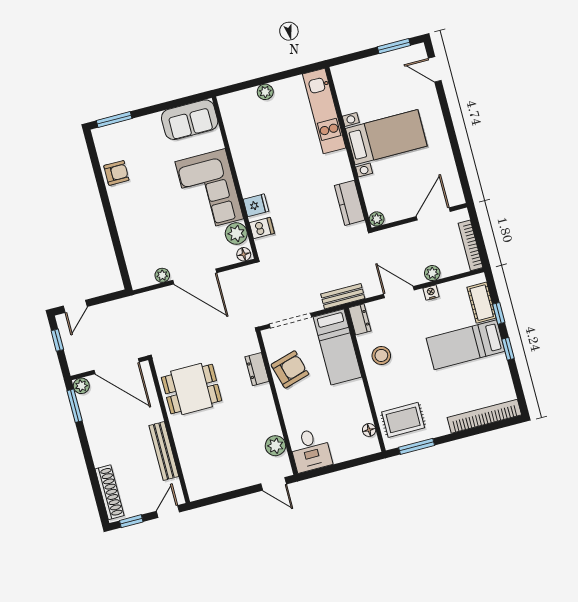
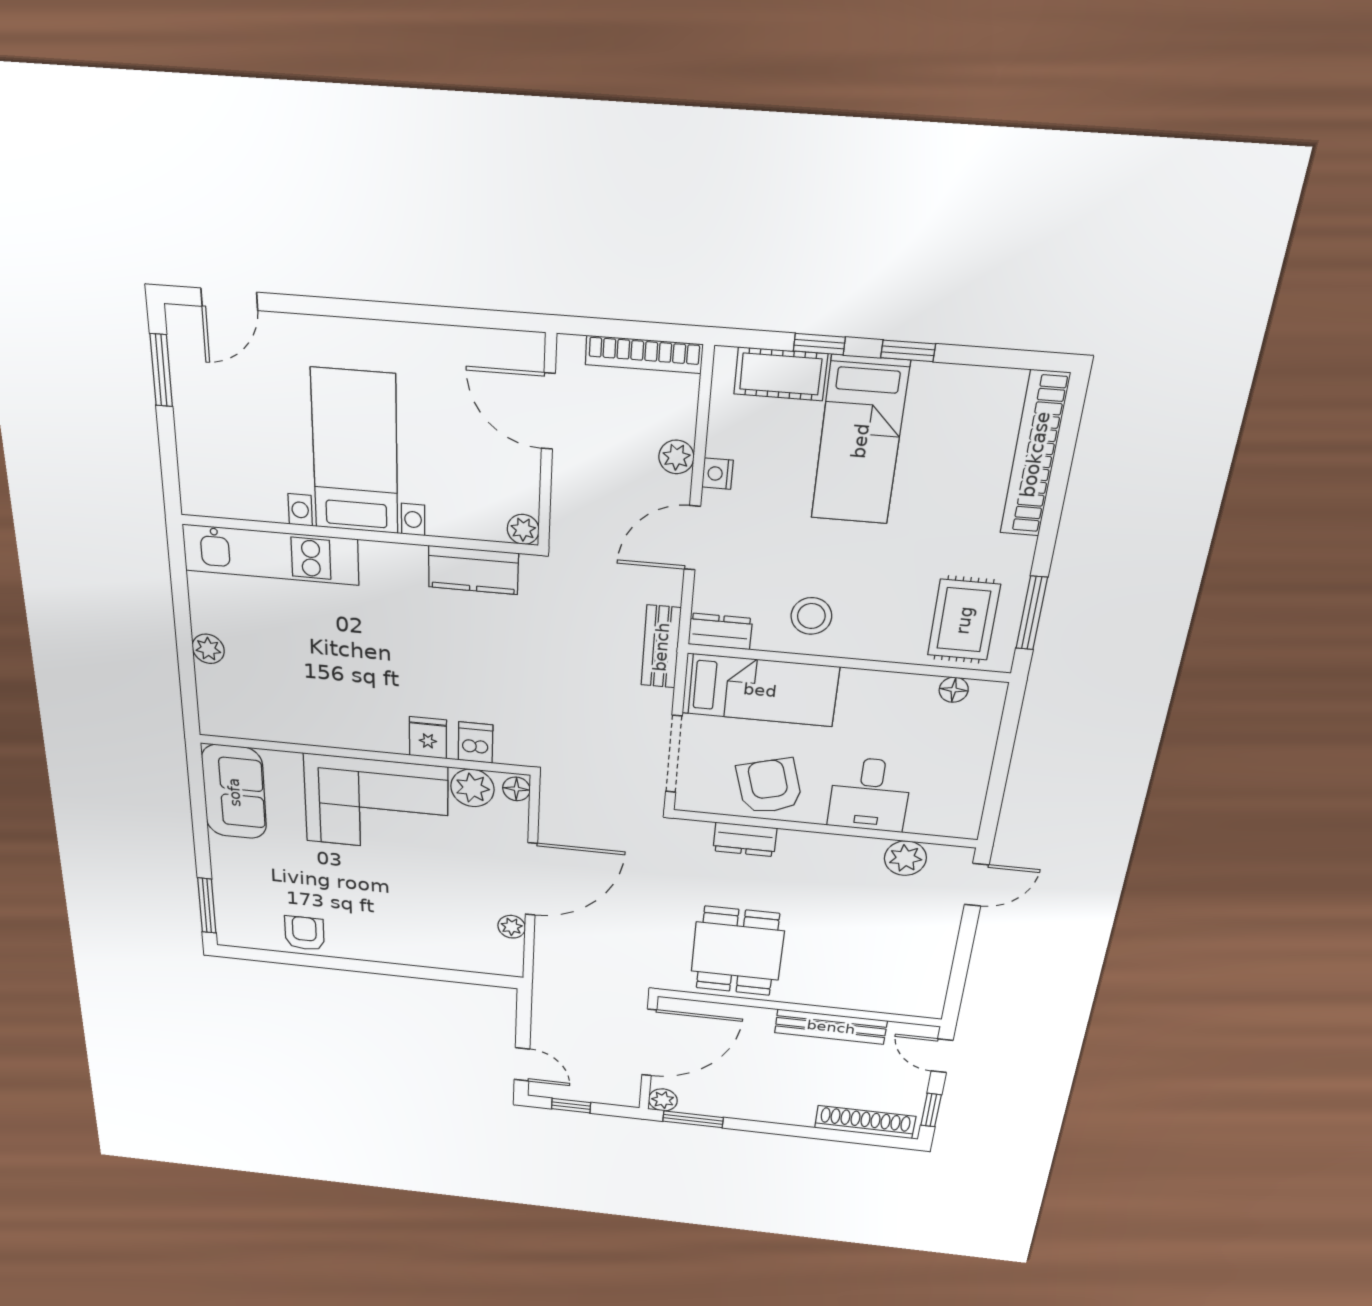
desk: (310, 450) -> (870, 795), moved, turned 90

